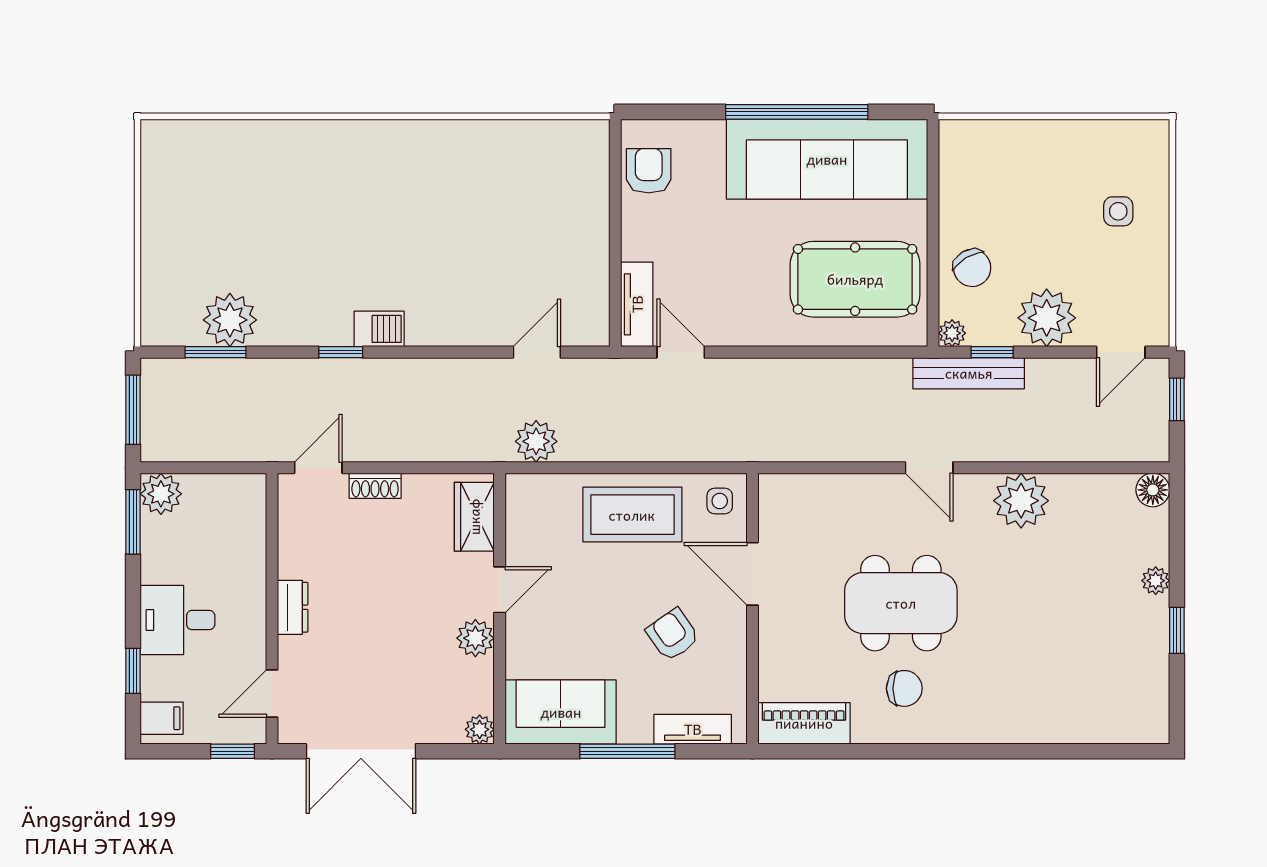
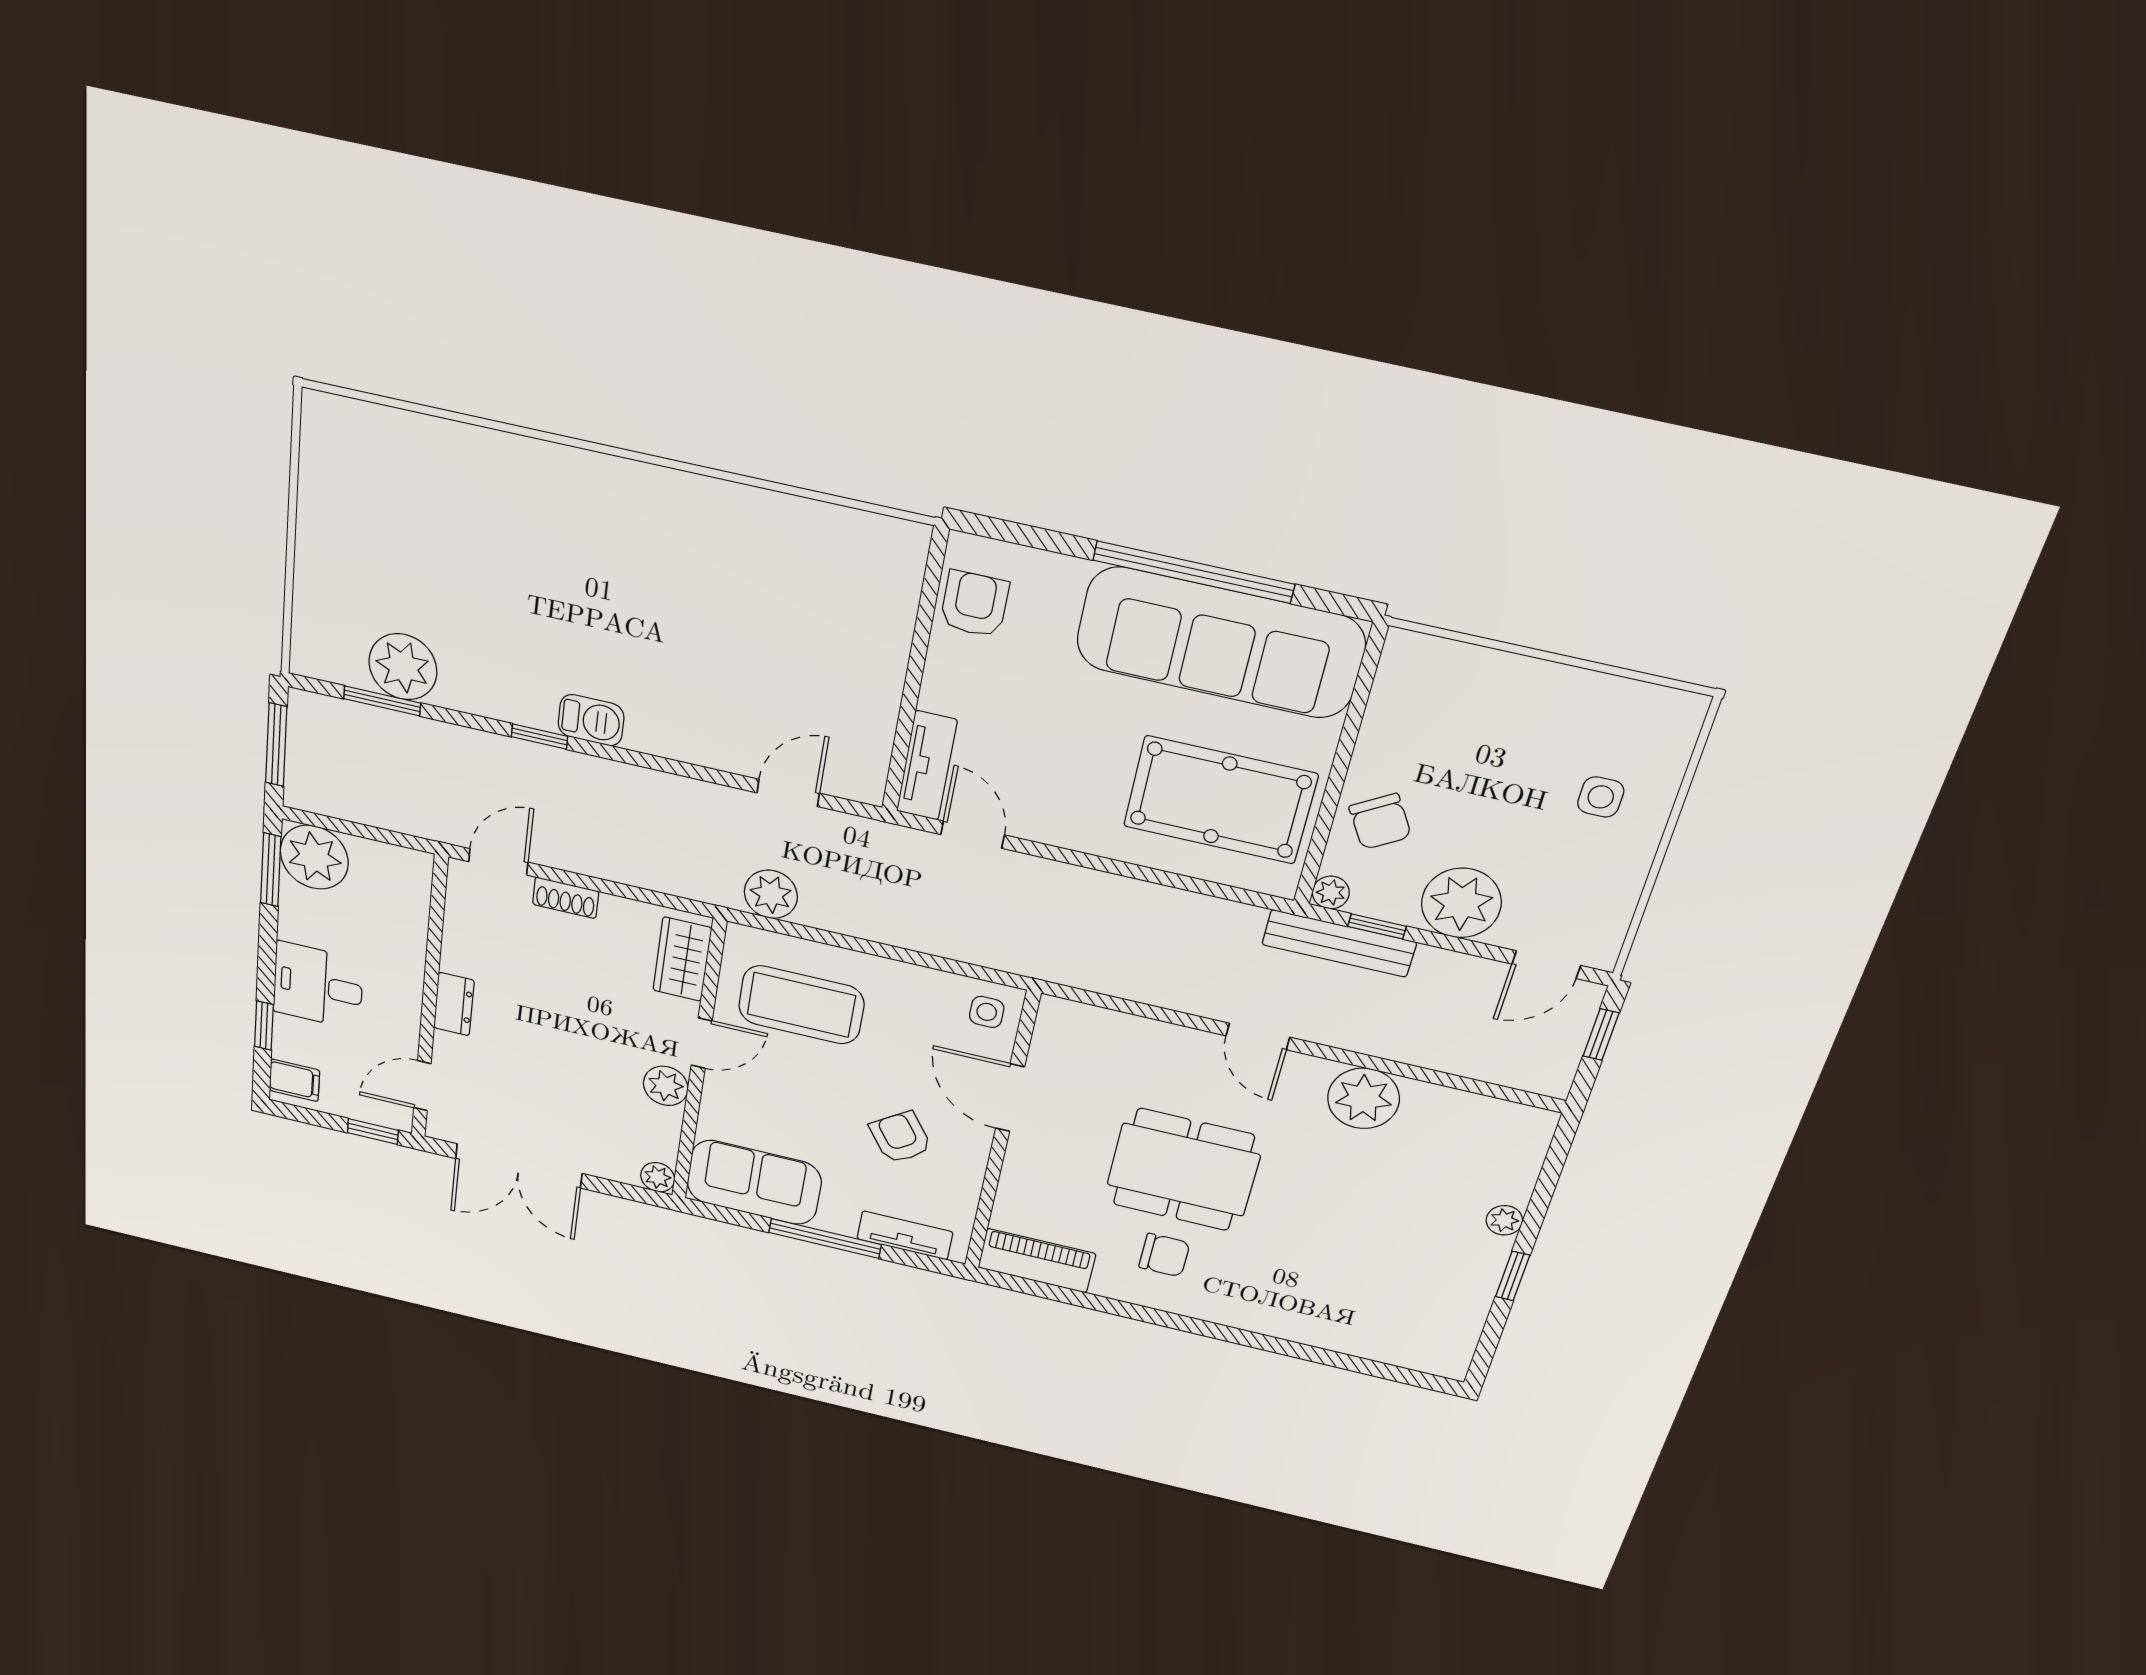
floor lamp: (1153, 490) -> (1534, 1126), removed
plant: (161, 494) -> (314, 857), width x1.36, depth x1.36
coffee table: (632, 515) -> (801, 1005), moved

